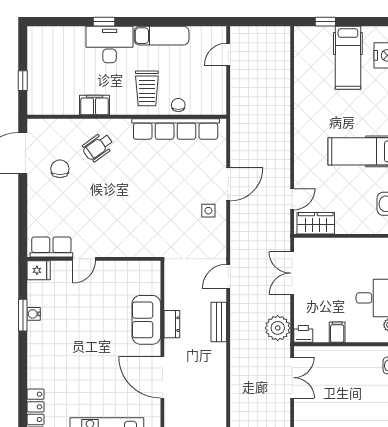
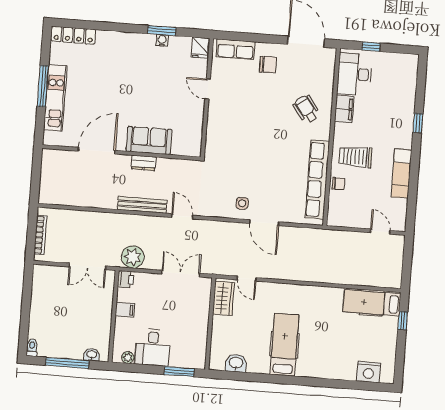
desk: (110, 44) -> (354, 74), moved, turned 180
hospital bed: (348, 58) -> (372, 303), moved
chair: (60, 169) -> (268, 65), moved
row of seats: (51, 247) -> (236, 49), moved, turned 90
bench: (219, 322) -> (142, 205), width x1.36

